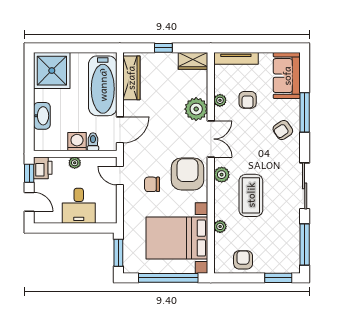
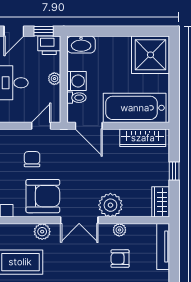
washbasin: (42, 116) -> (81, 44), moved

